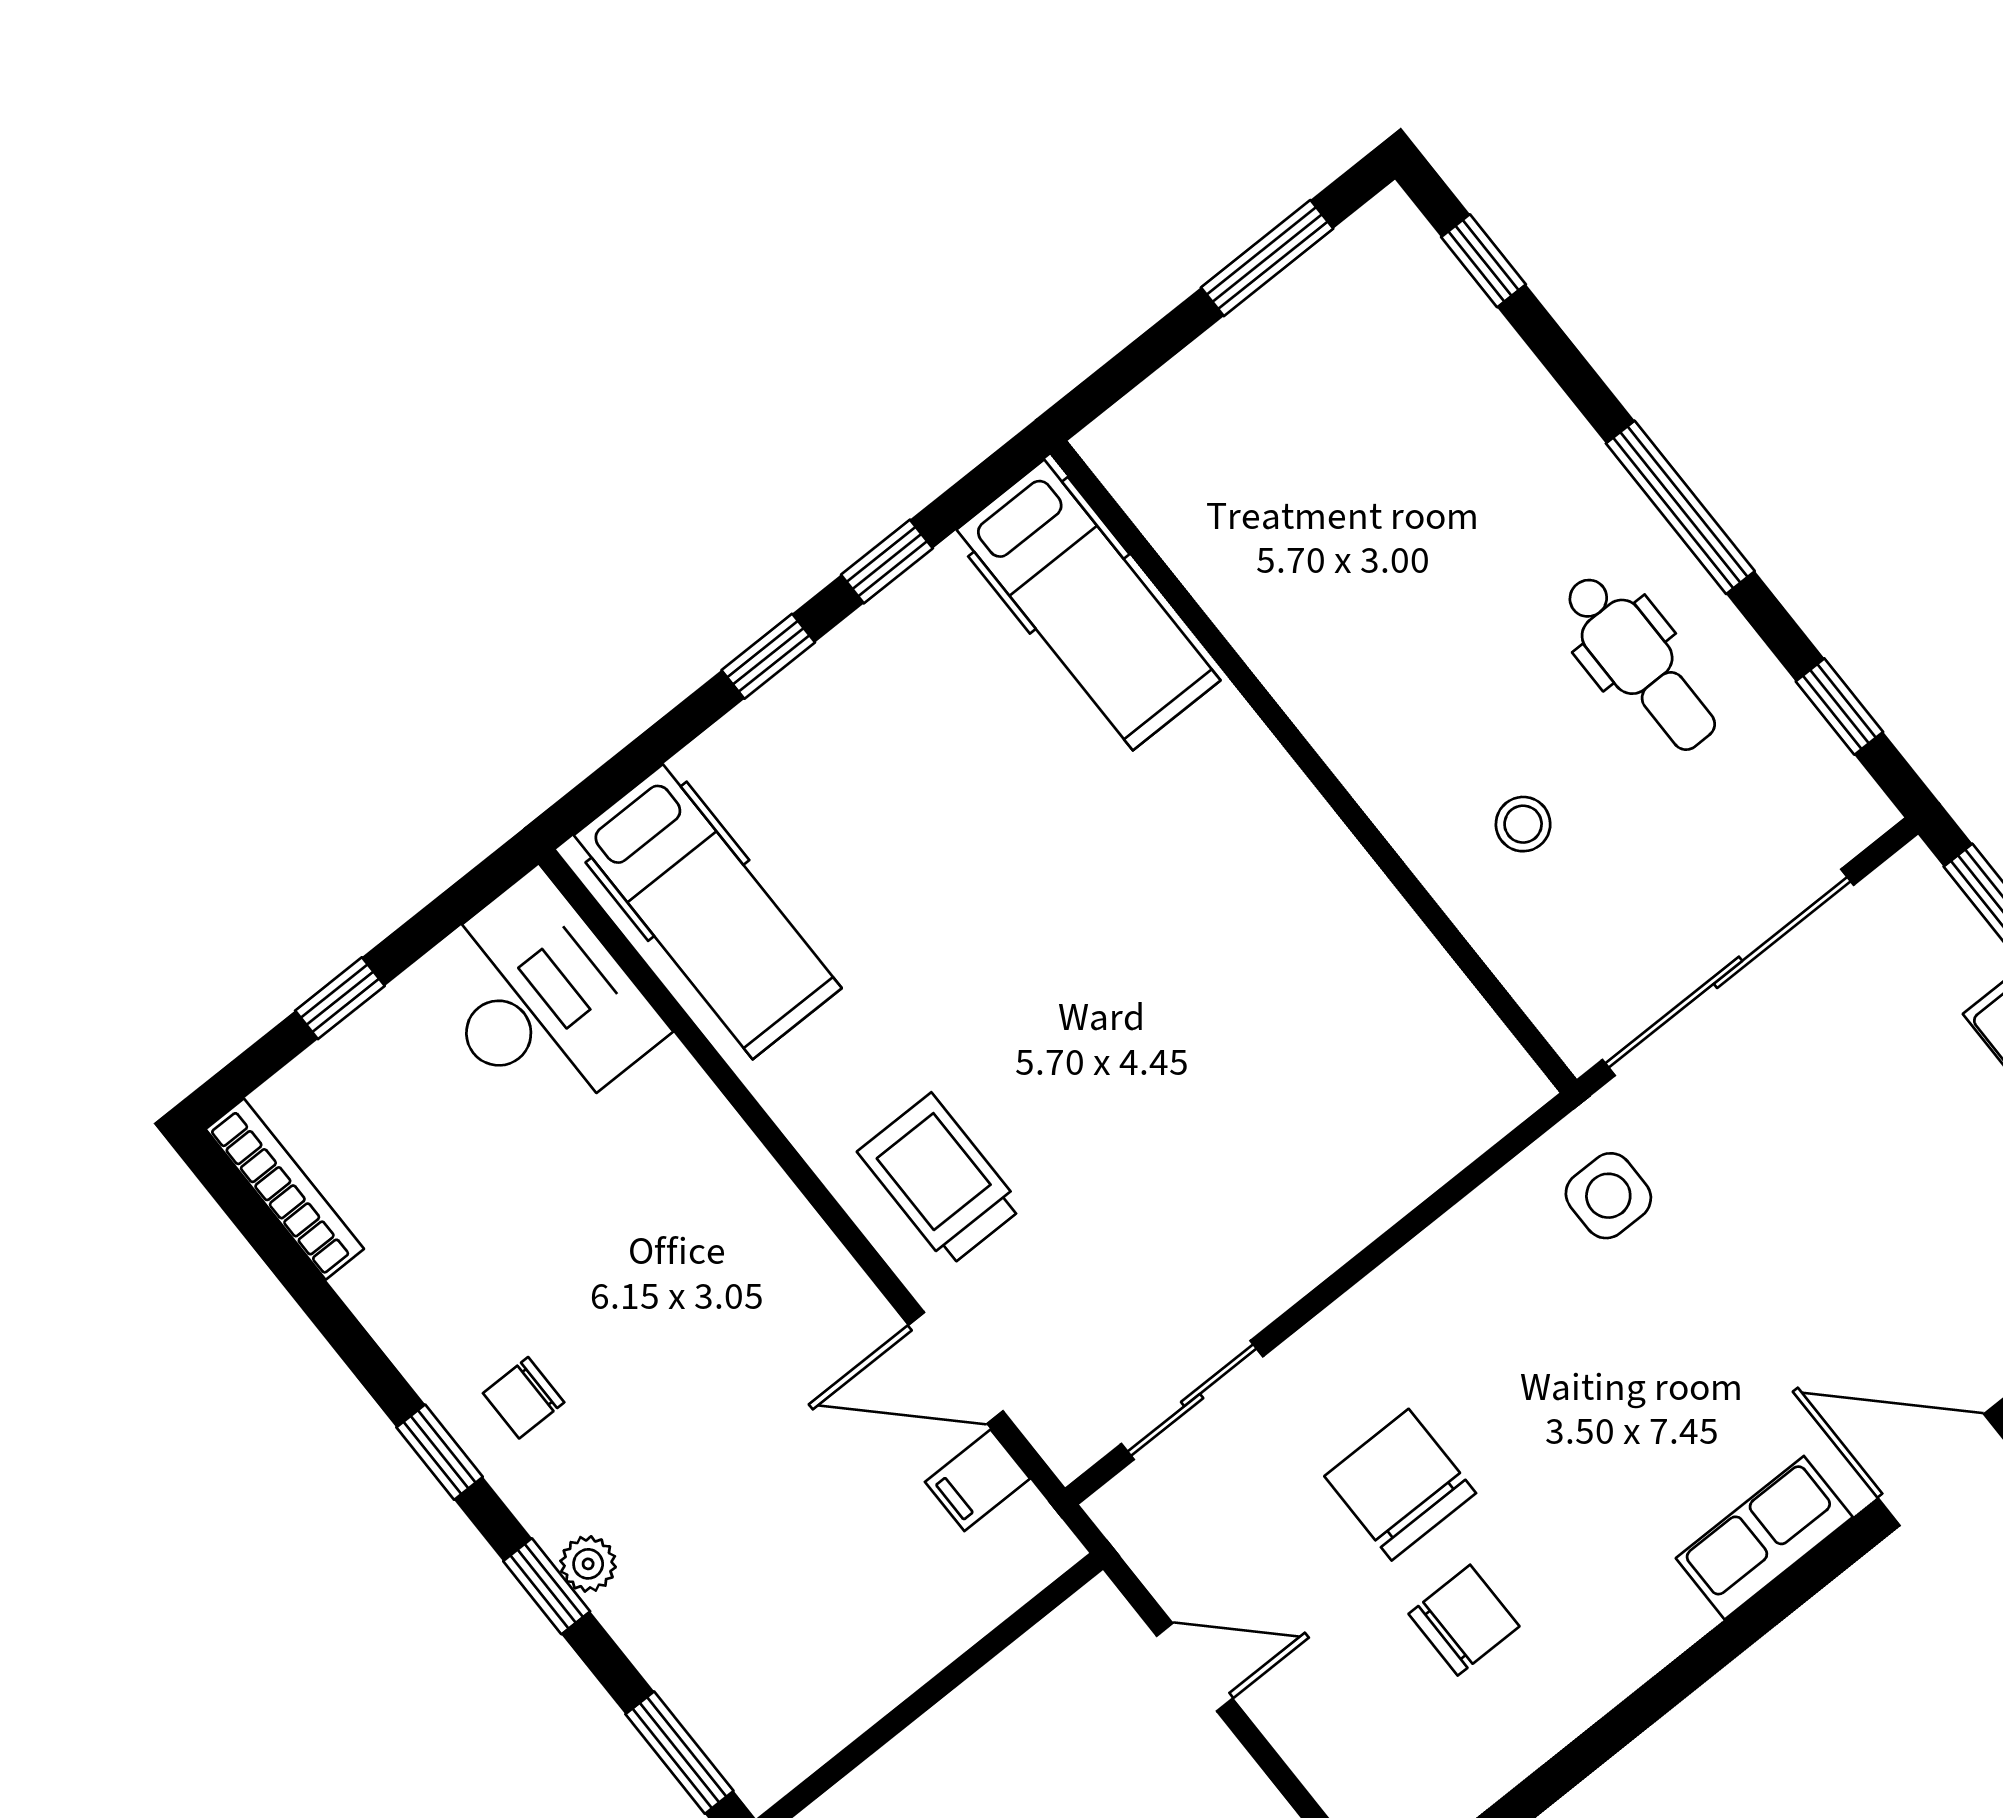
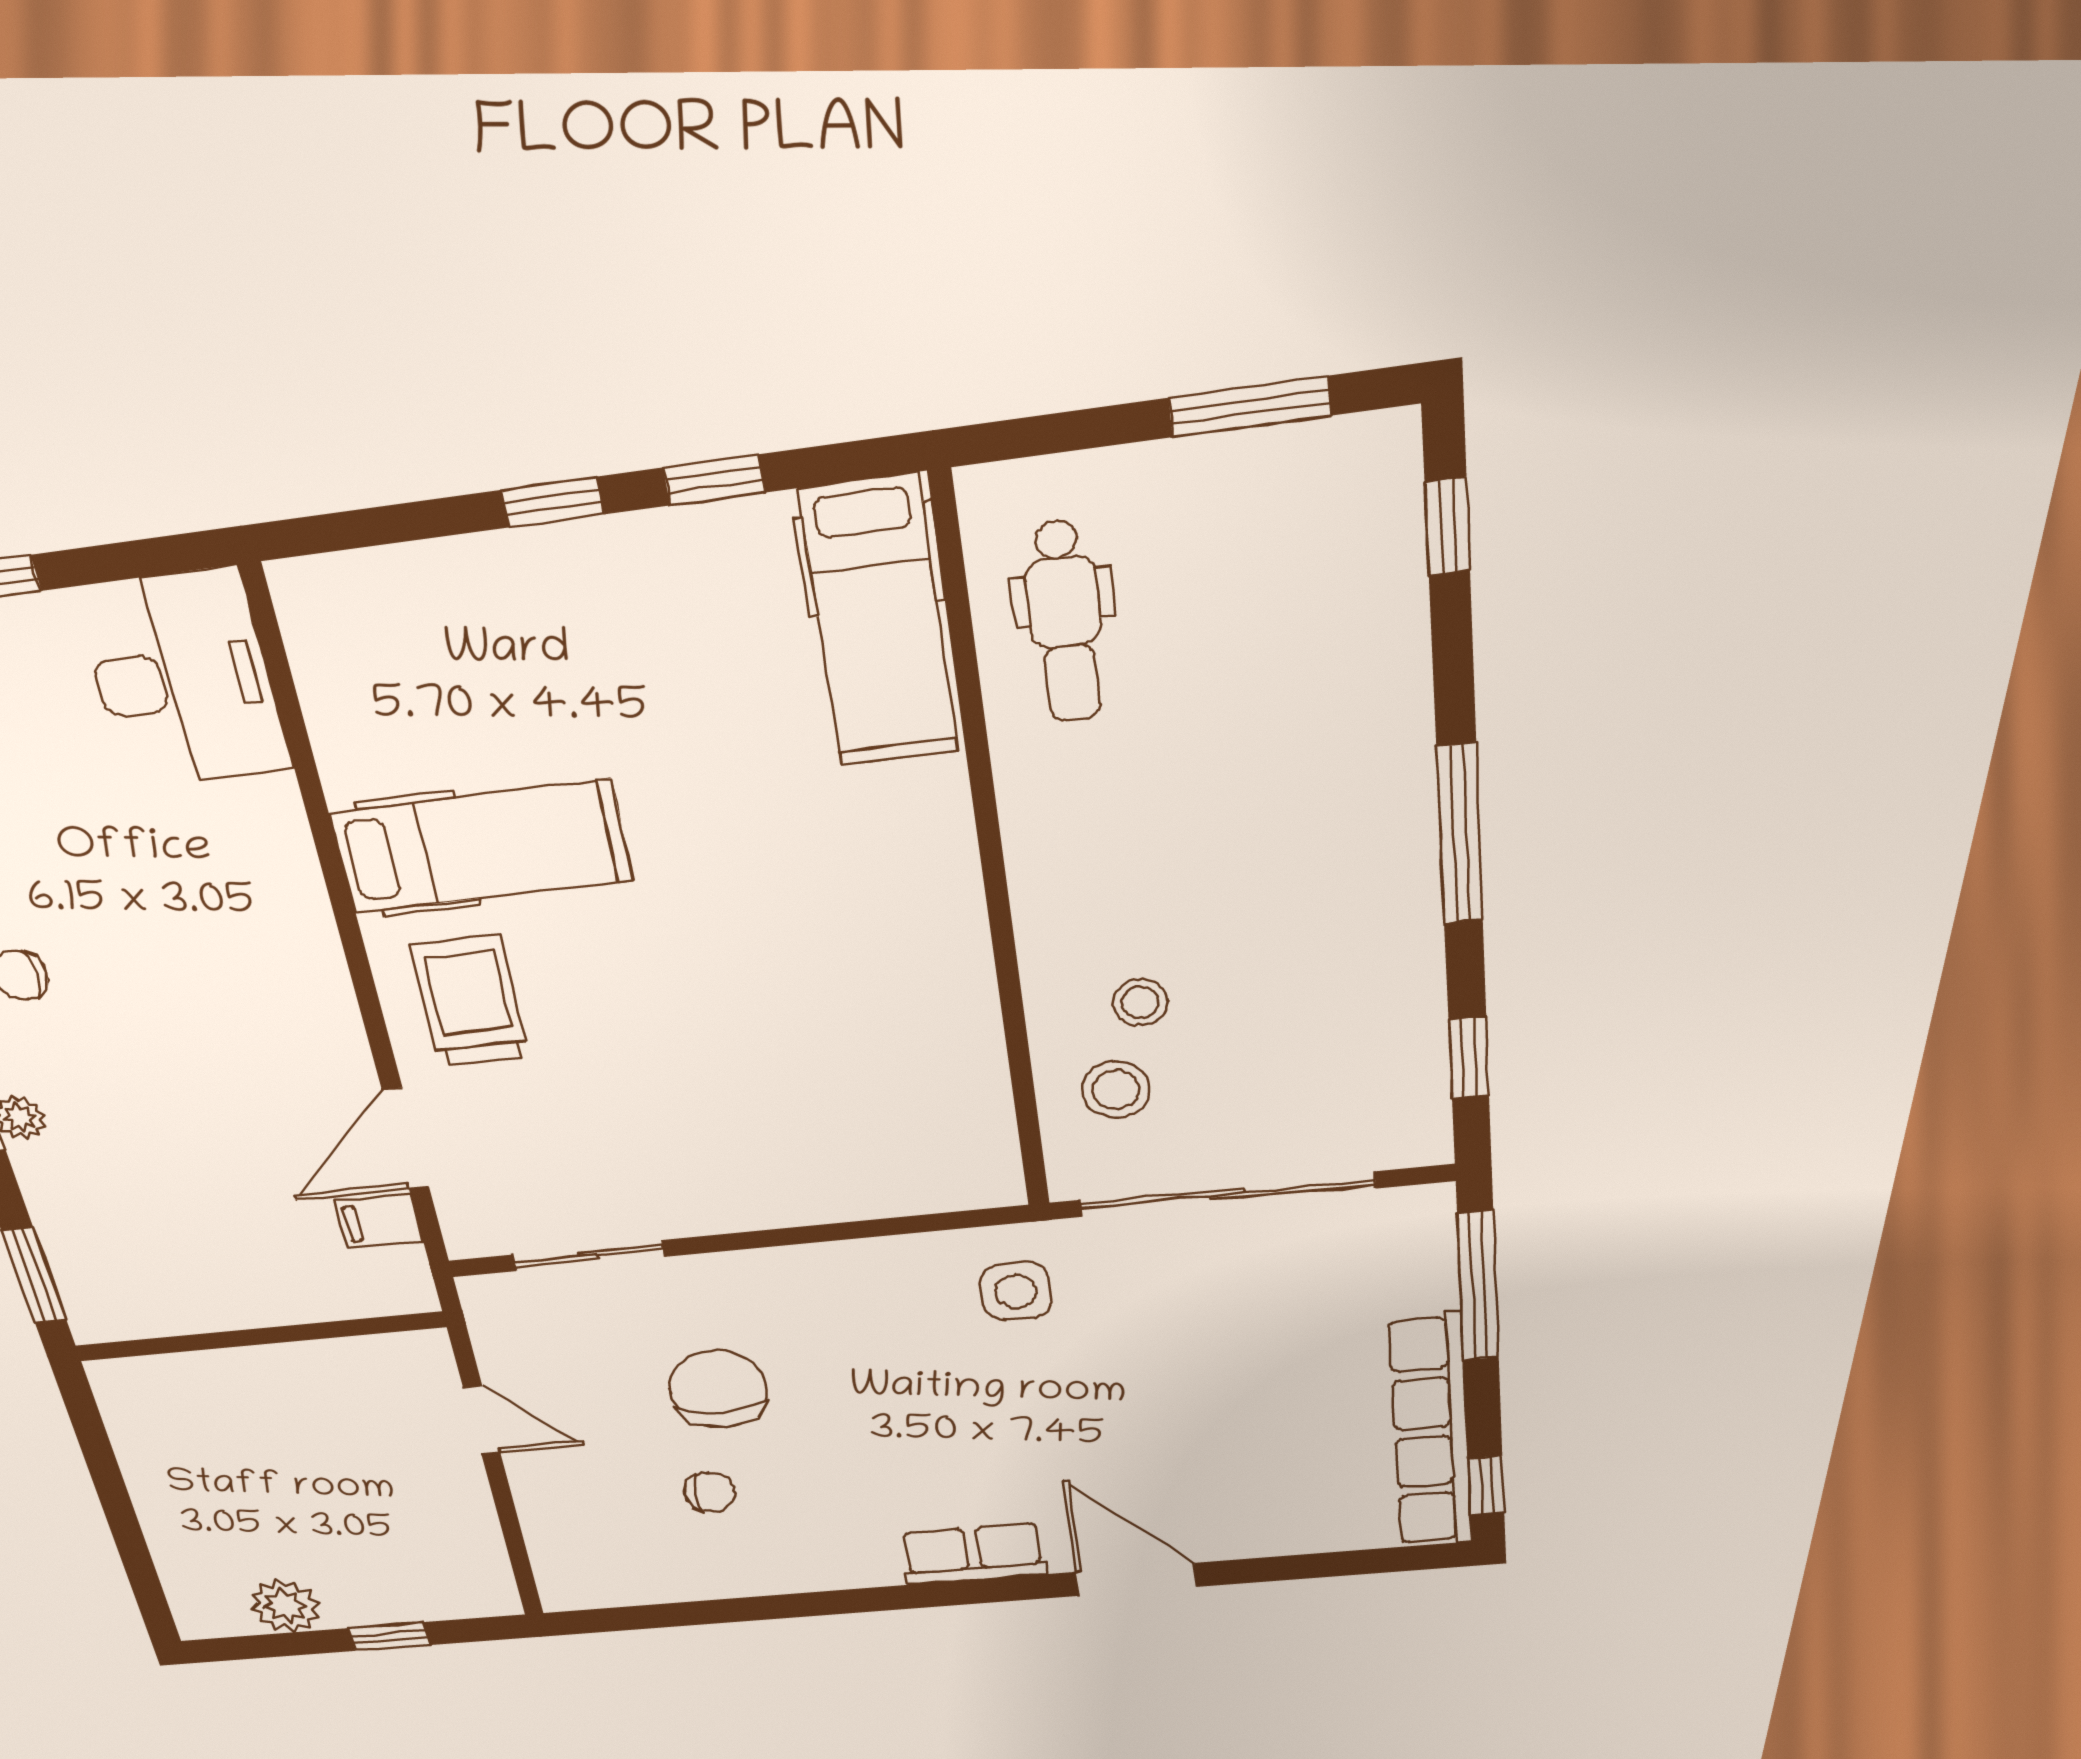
dental chair: (1640, 662) -> (1065, 622), moved
hospital bed: (708, 912) -> (481, 847), moved, turned -90
stool: (1559, 924) -> (1116, 1090), added
door: (956, 1368) -> (406, 1139), hinge flipped
chair: (1464, 1620) -> (710, 1492), width x0.73, depth x0.73

